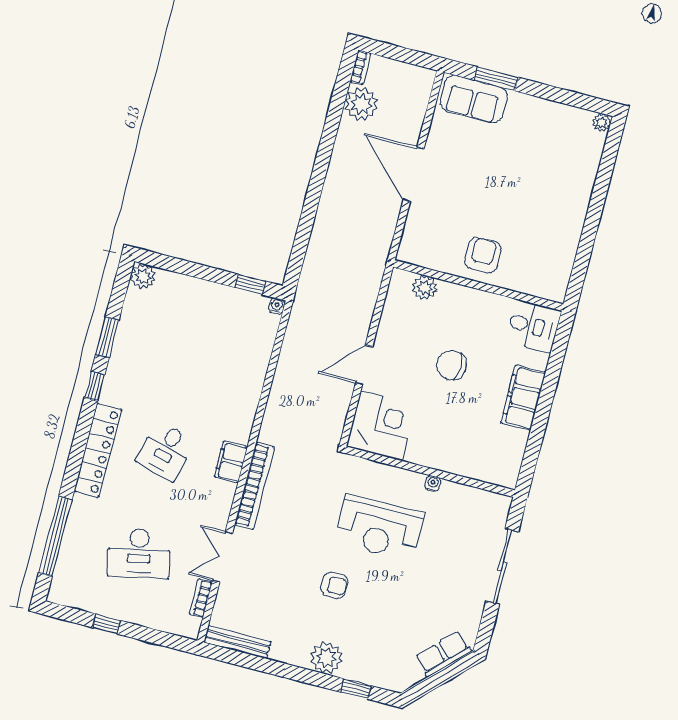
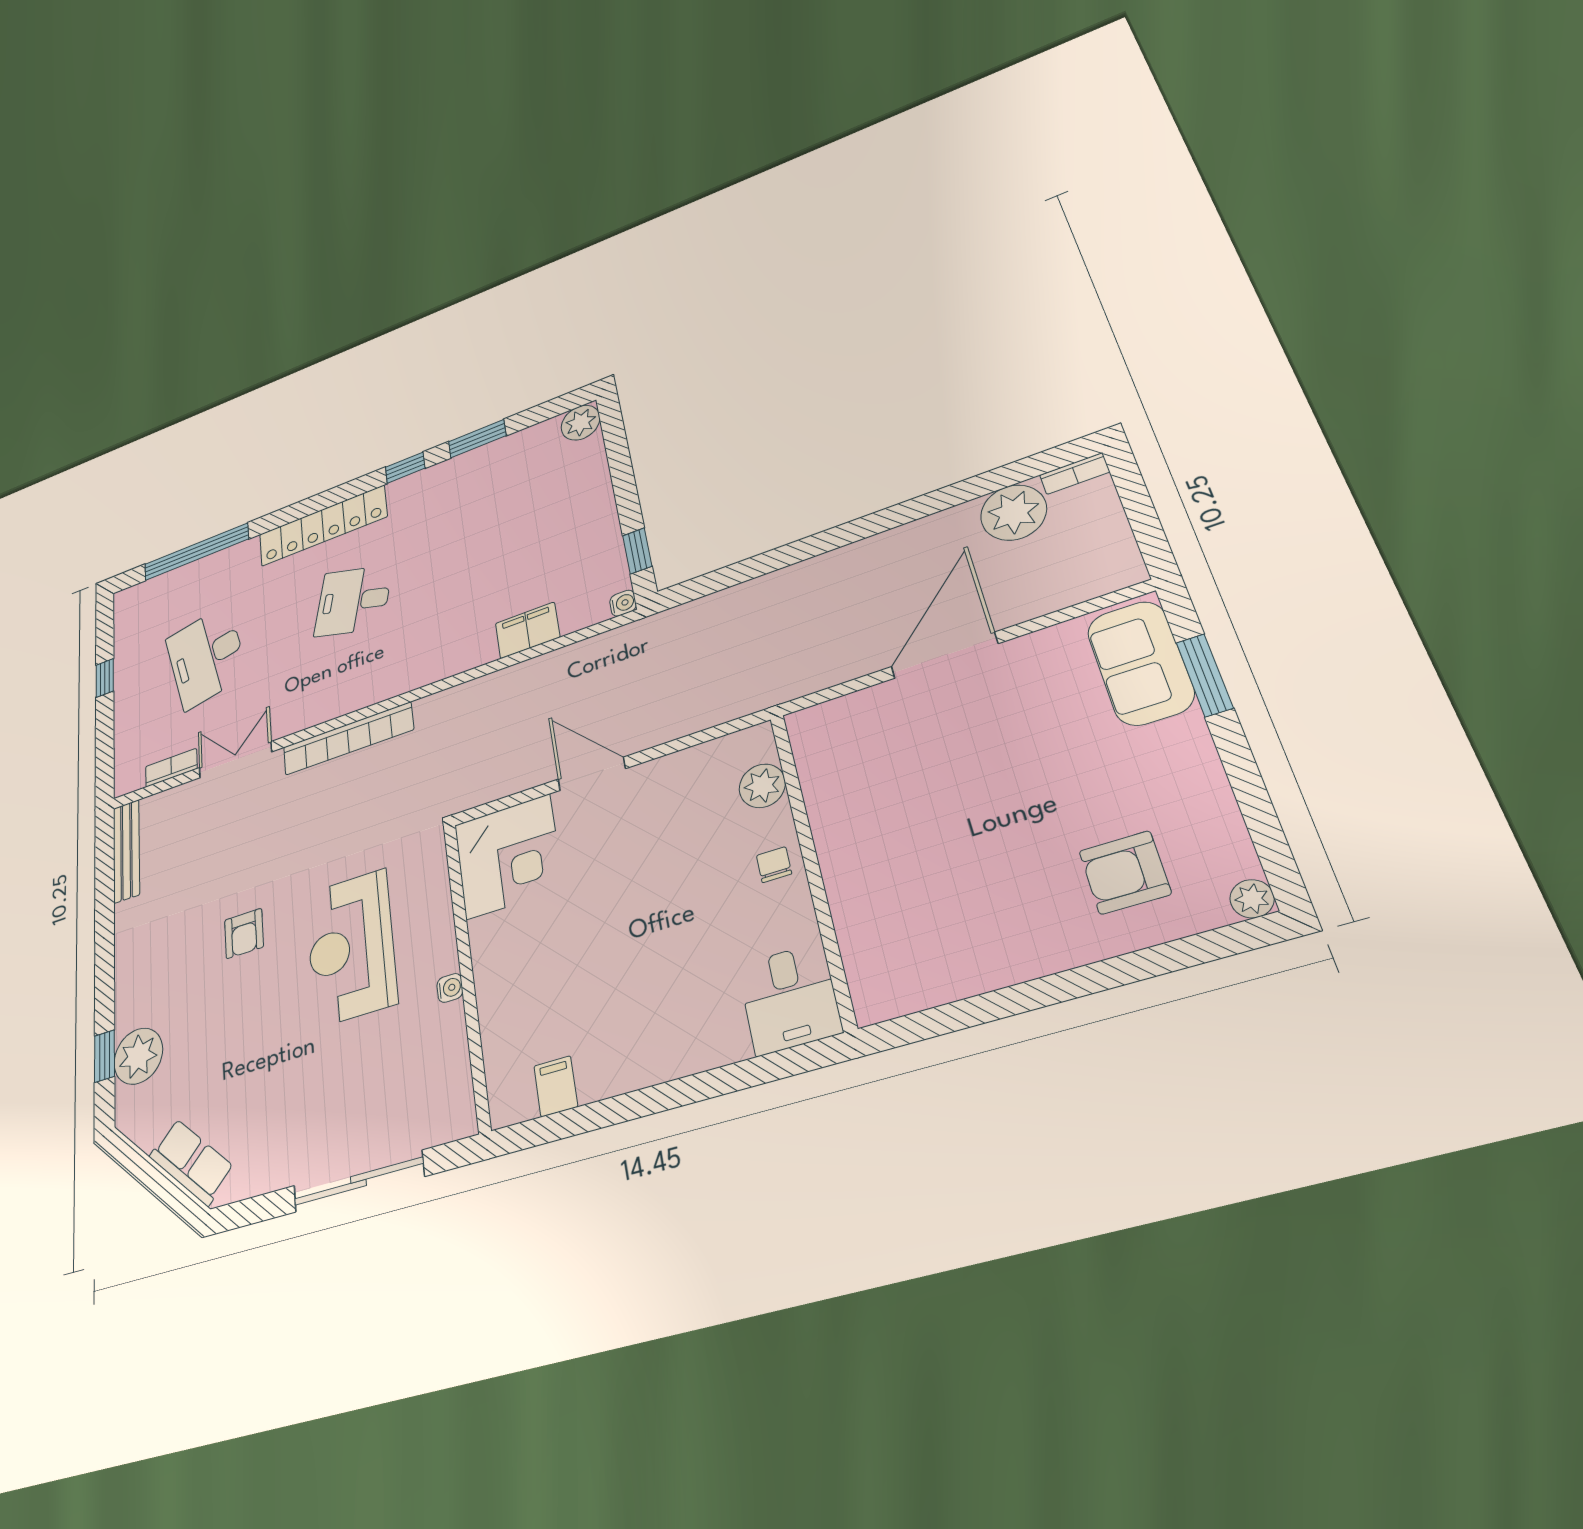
armchair: (483, 255) -> (1125, 872), moved, turned 180
chair: (452, 365) -> (774, 865), moved, width x0.54, depth x0.54
filing cabinet: (523, 398) -> (556, 1086), moved, width x0.33, depth x0.86
filing cabinet: (231, 462) -> (527, 630), moved
plant: (326, 658) -> (138, 1056), moved

